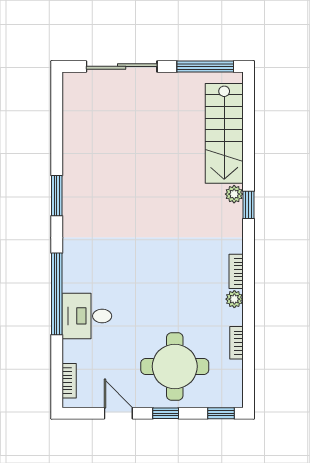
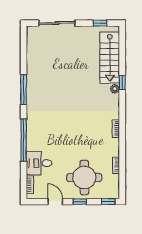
window: (205, 66) -> (100, 23), width x0.46
window: (57, 196) -> (24, 90), width x1.44
window: (248, 205) -> (122, 82), moved
plant: (234, 299) -> (115, 143), removed
desk: (87, 316) -> (39, 163), moved

